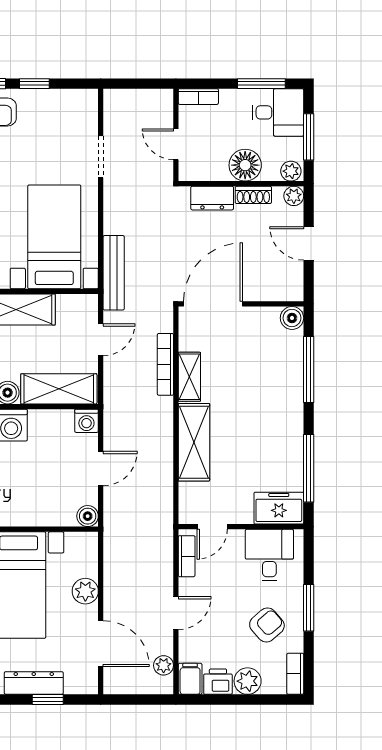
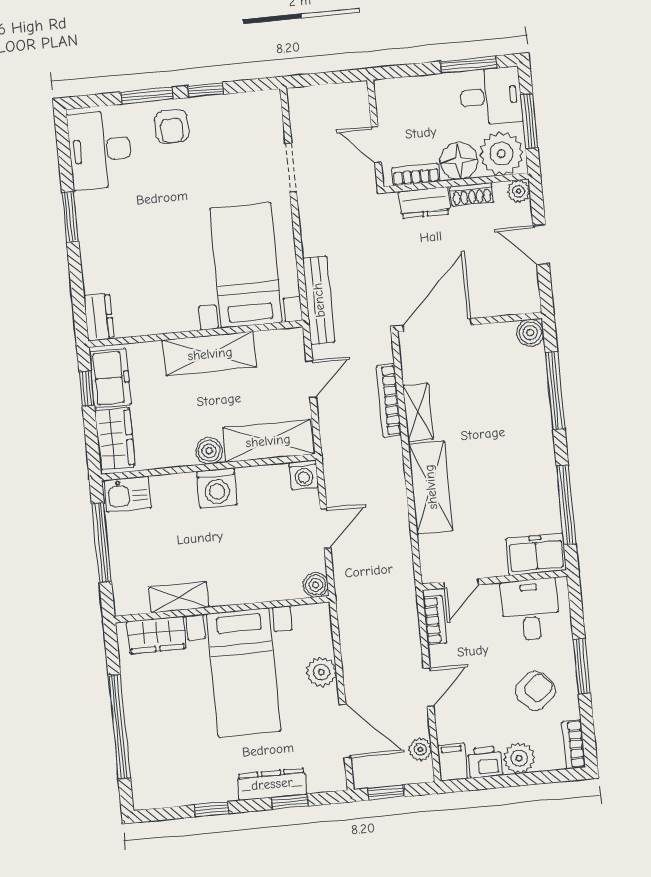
bookcase: (198, 97) -> (416, 174), moved, turned 180
plant: (291, 171) -> (501, 154), width x1.87, depth x1.87
window: (131, 699) -> (386, 792), added

